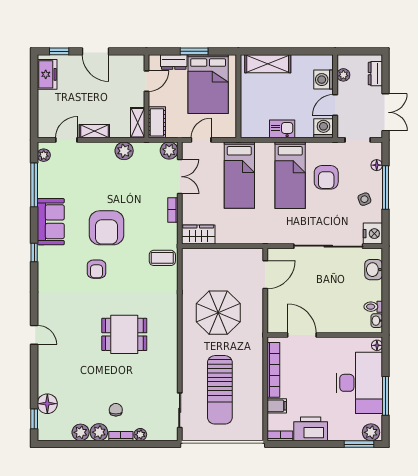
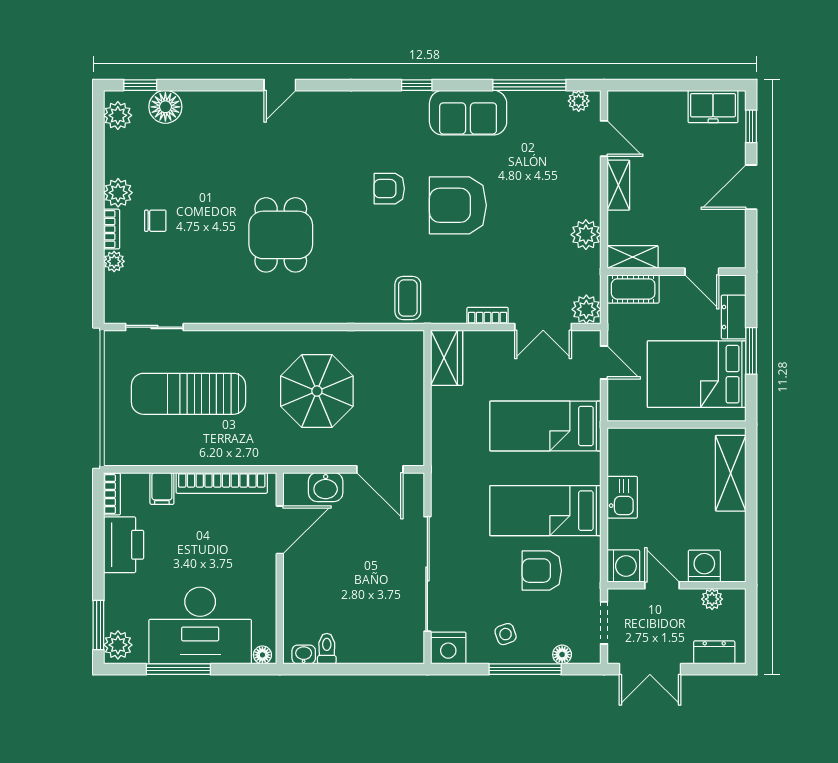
washbasin: (374, 270) -> (326, 487), moved, turned 180
plant: (81, 432) -> (118, 115), moved

